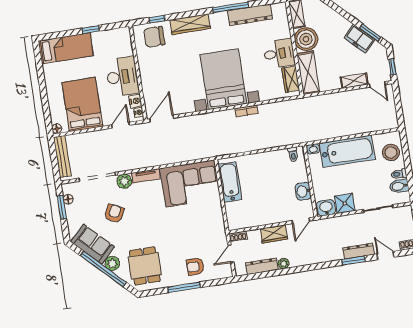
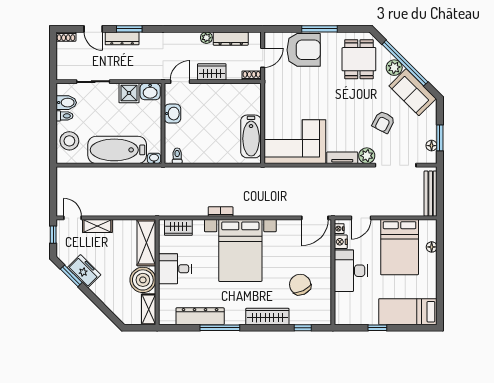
chair: (154, 37) -> (300, 285), moved, turned -116
wardrobe: (291, 79) -> (178, 227), moved, turned 90
floor lamp: (57, 129) -> (432, 247), moved
armchair: (195, 267) -> (304, 50), width x1.88, depth x1.88

